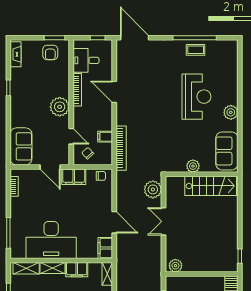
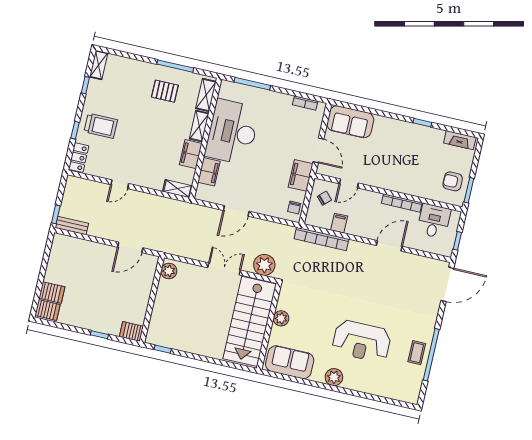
plant: (60, 107) -> (386, 178), removed
door: (50, 167) -> (318, 150), swing flipped
stairs: (211, 186) -> (250, 321), width x1.36, depth x1.51
filing cabinet: (105, 248) -> (209, 172), moved, turned 90

